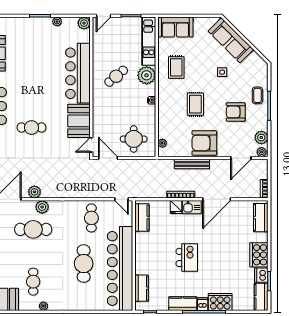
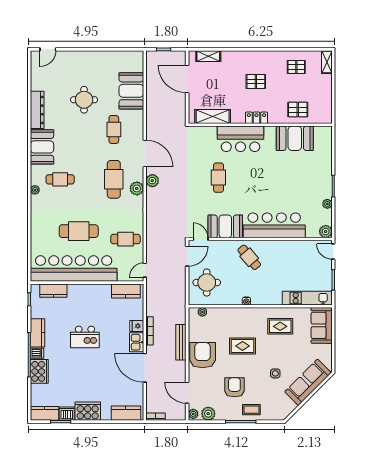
plant: (147, 75) -> (272, 296), removed
cafe table: (116, 76) -> (249, 257), moved

